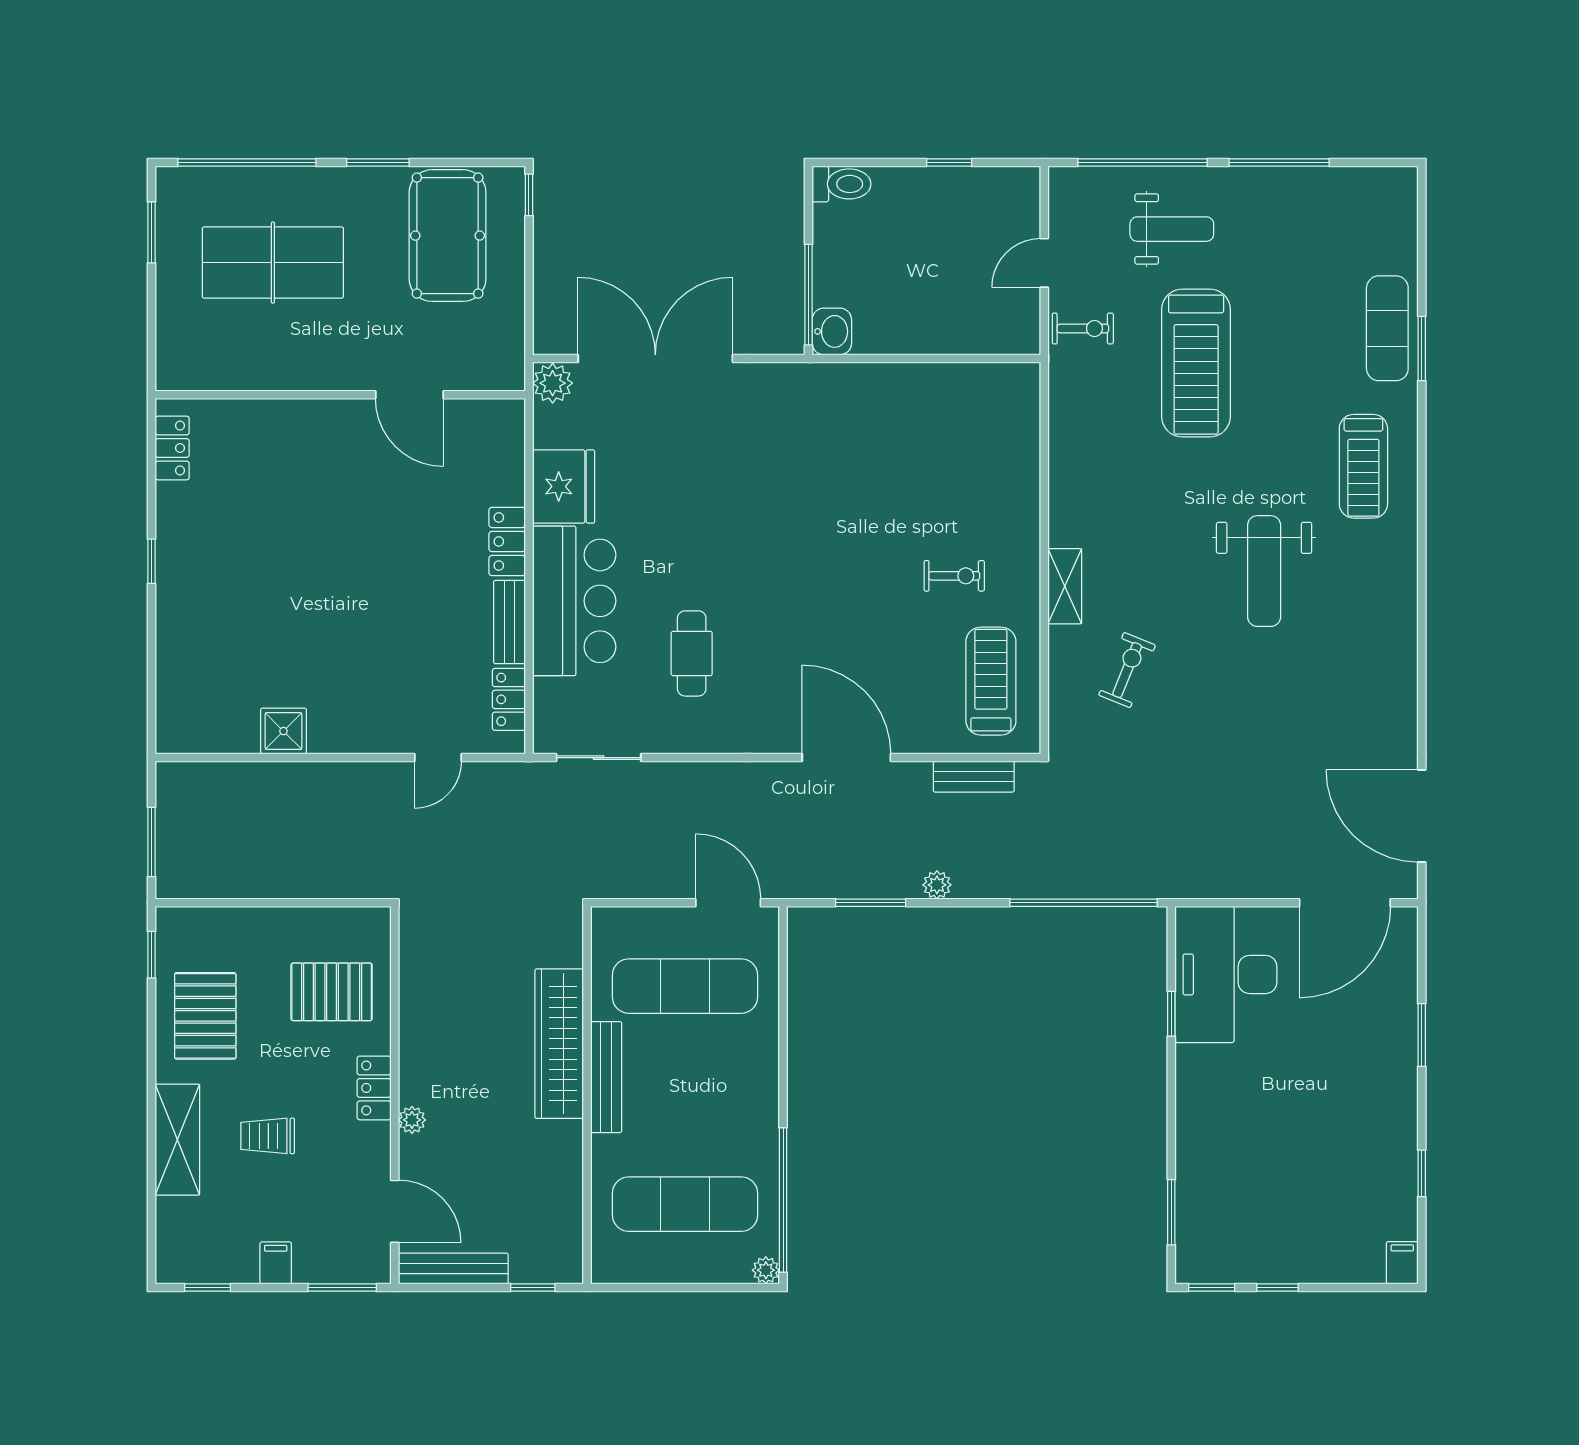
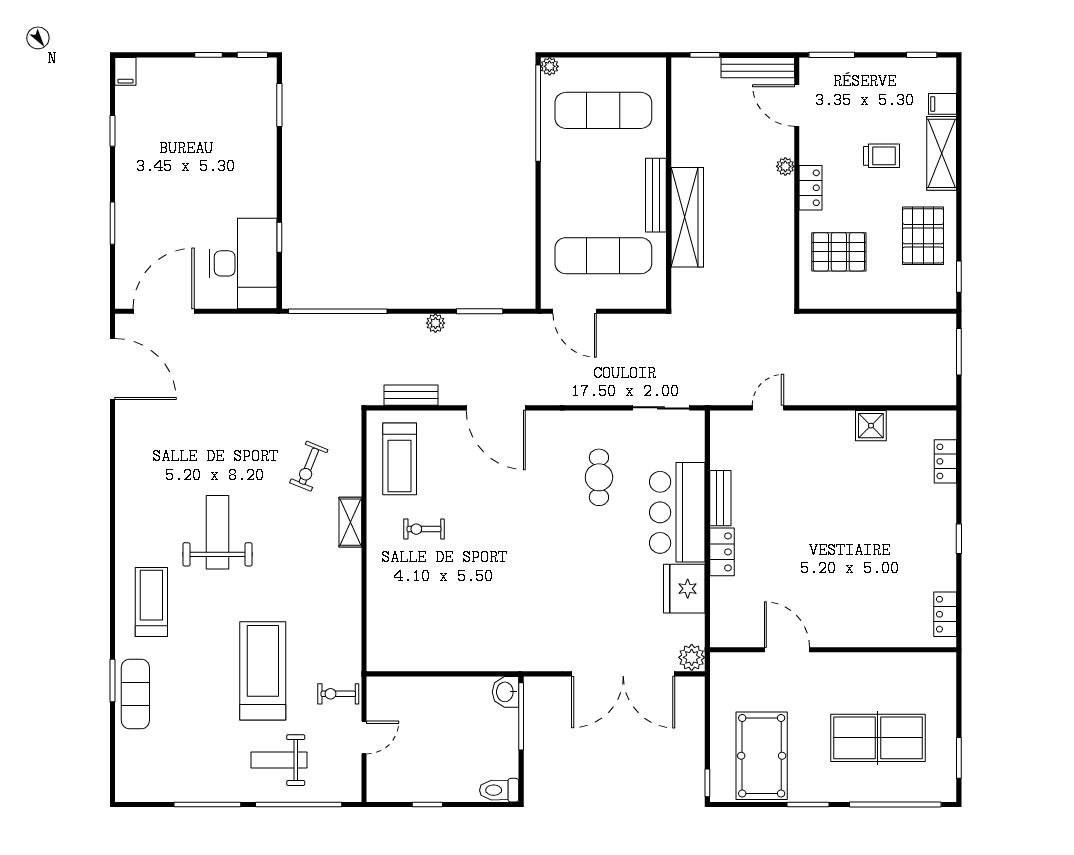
locker: (509, 699) -> (945, 461), moved, turned 180
filing cabinet: (276, 1263) -> (942, 104), moved, turned 90

